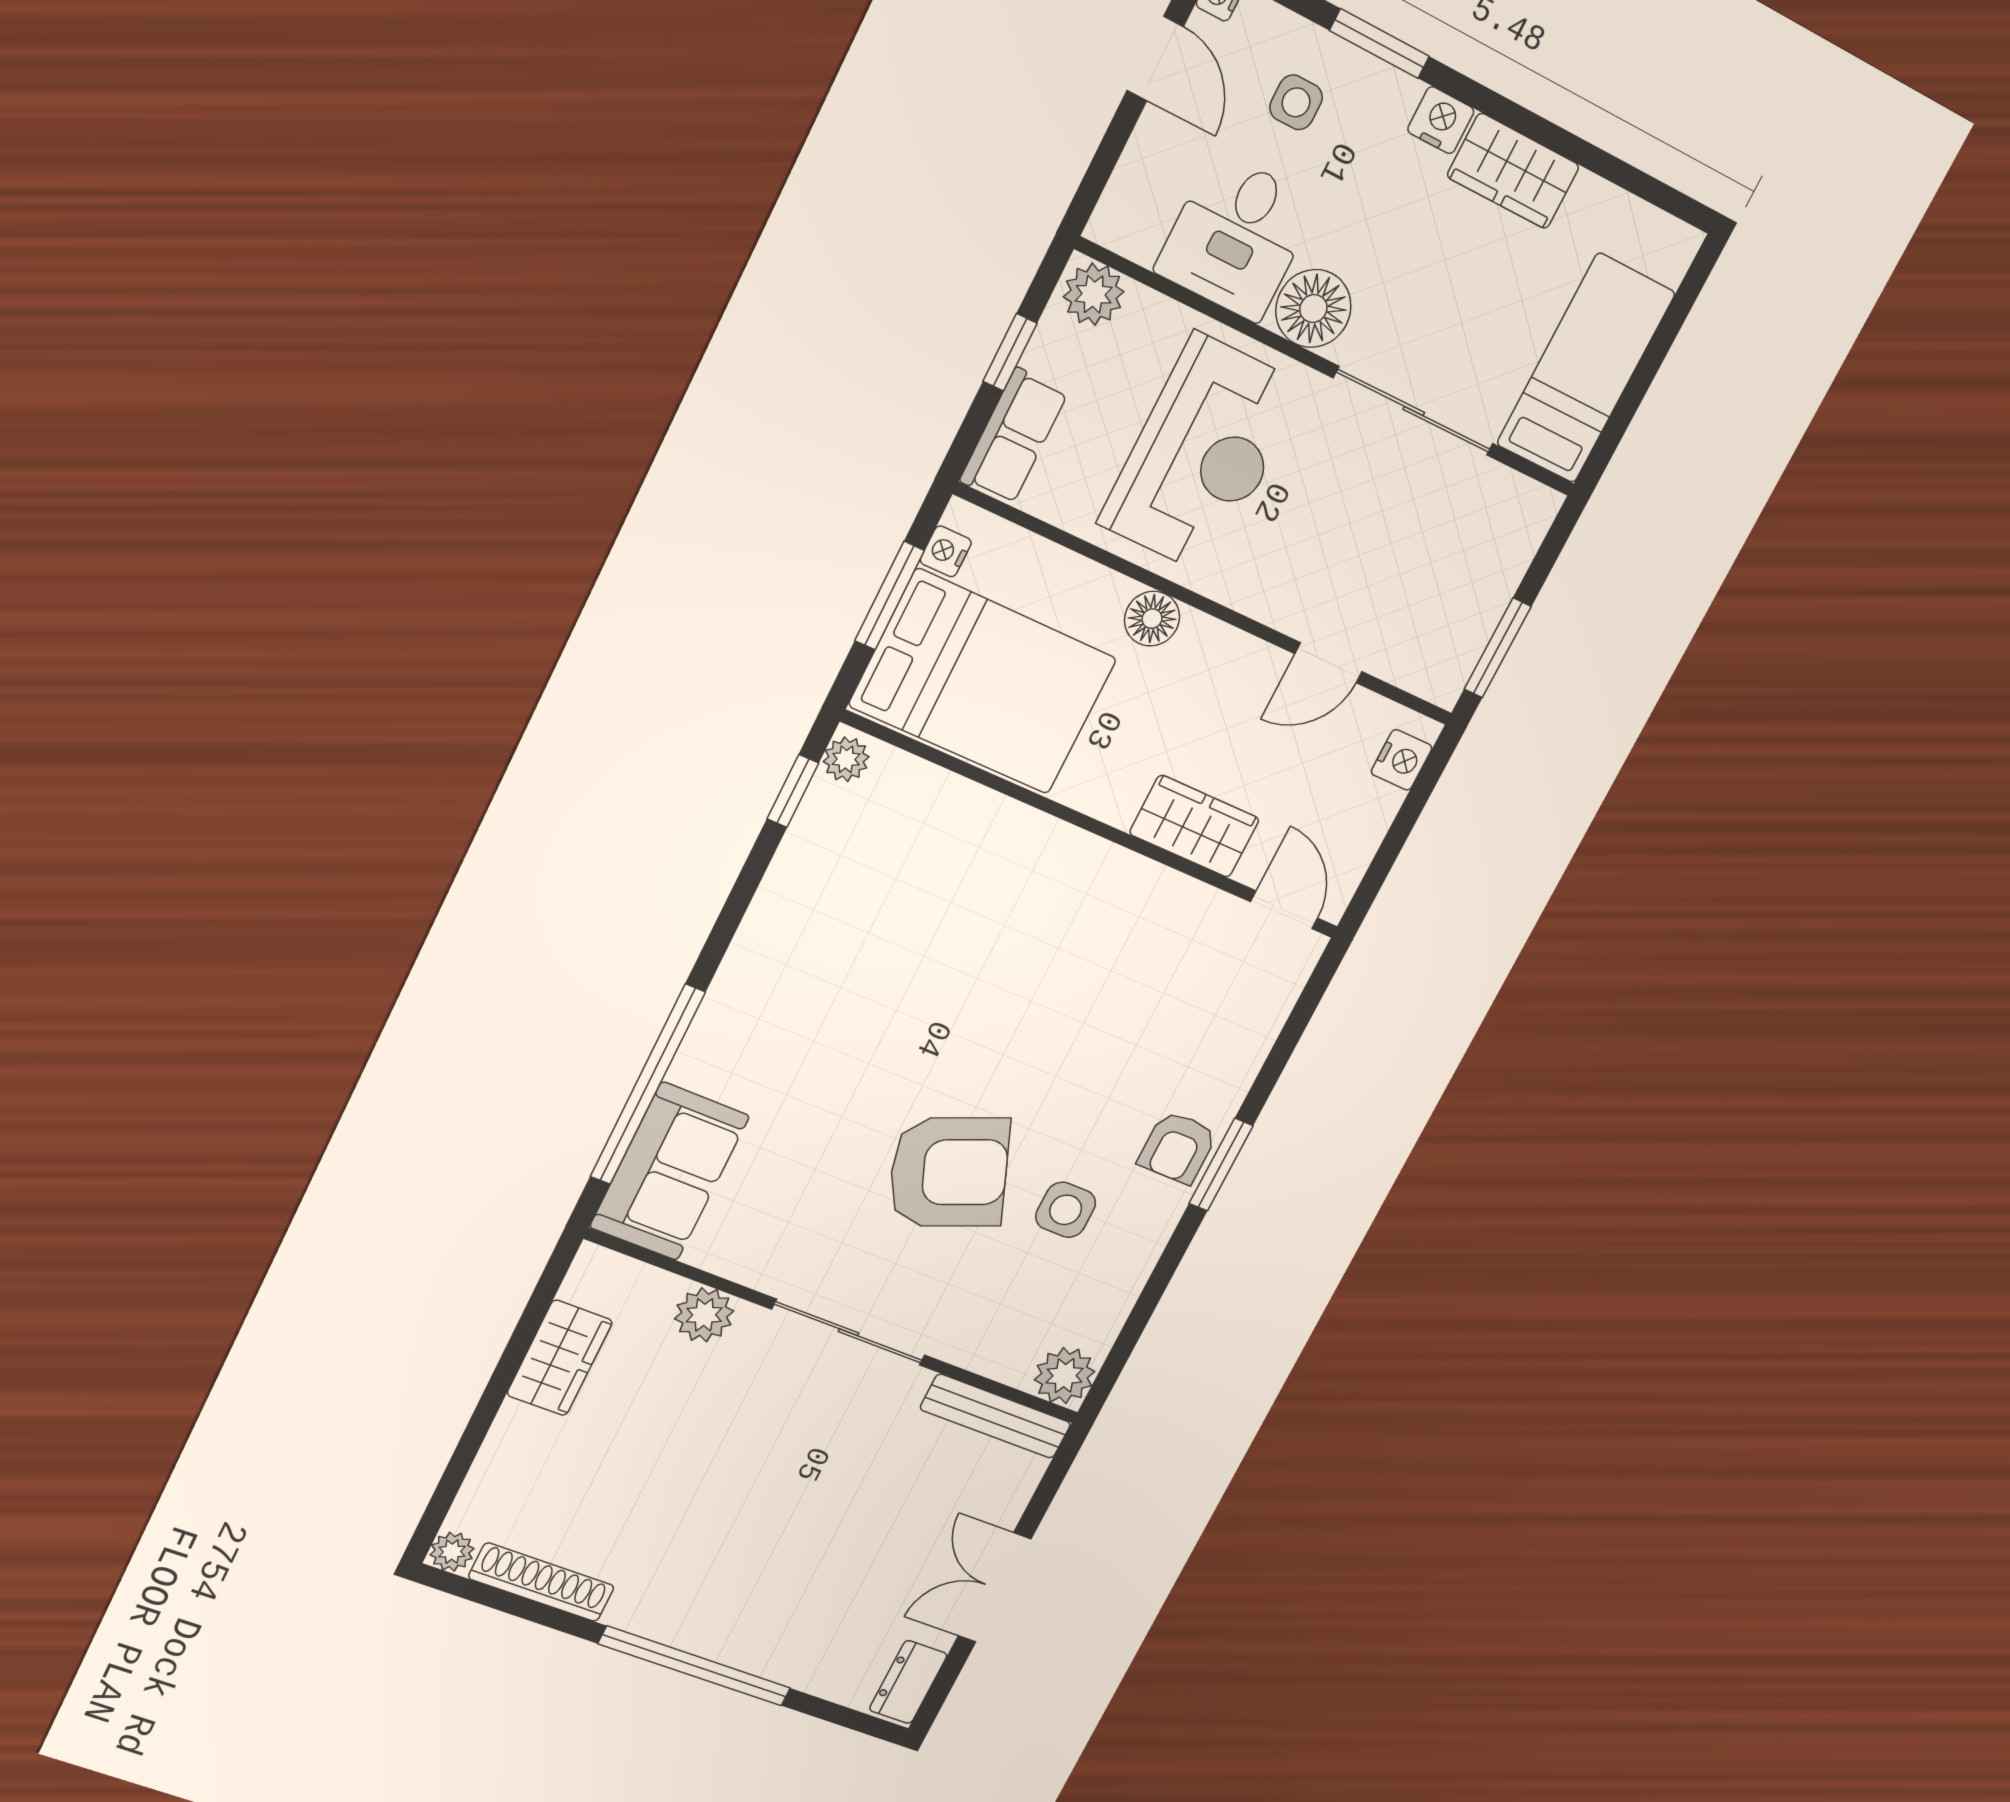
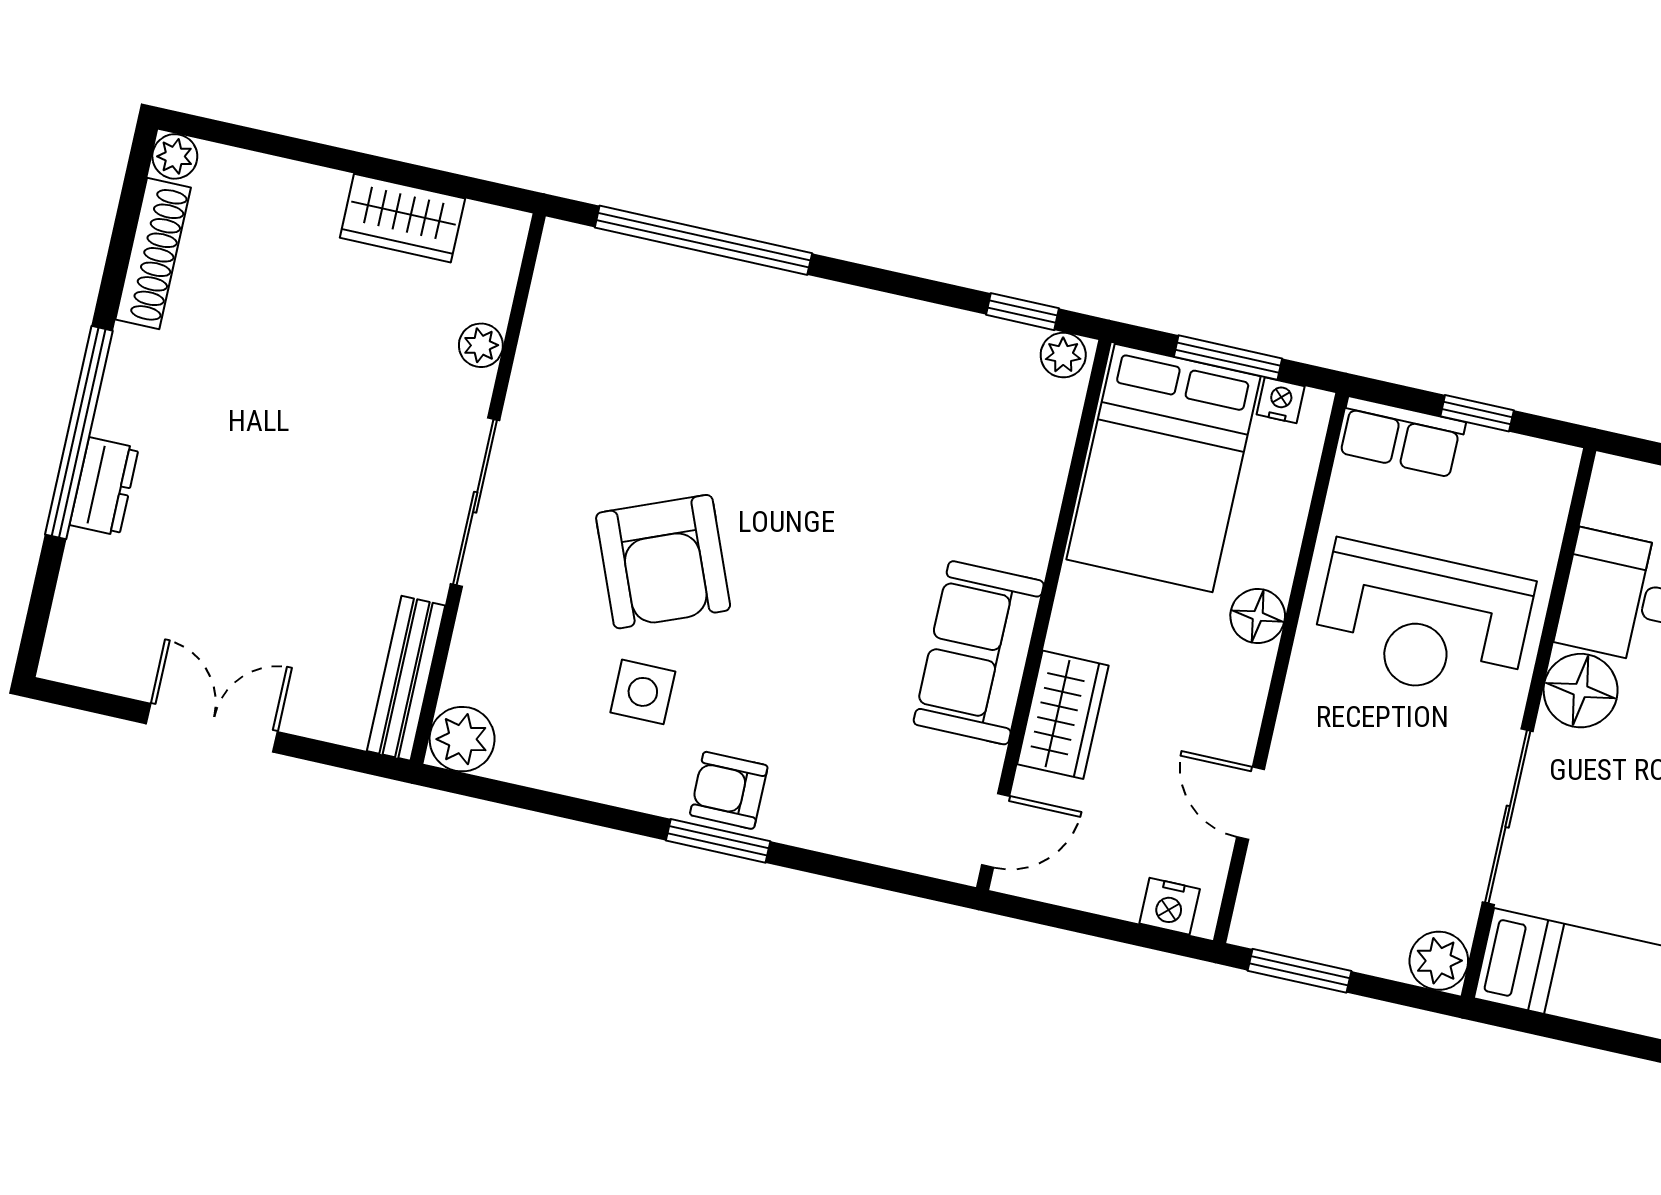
plant: (1094, 294) -> (1439, 961), moved
sofa: (669, 1172) -> (979, 653), moved, turned 90
plant: (704, 1315) -> (481, 345), width x0.73, depth x0.73
dresser: (908, 1682) -> (104, 486), moved, turned 90

